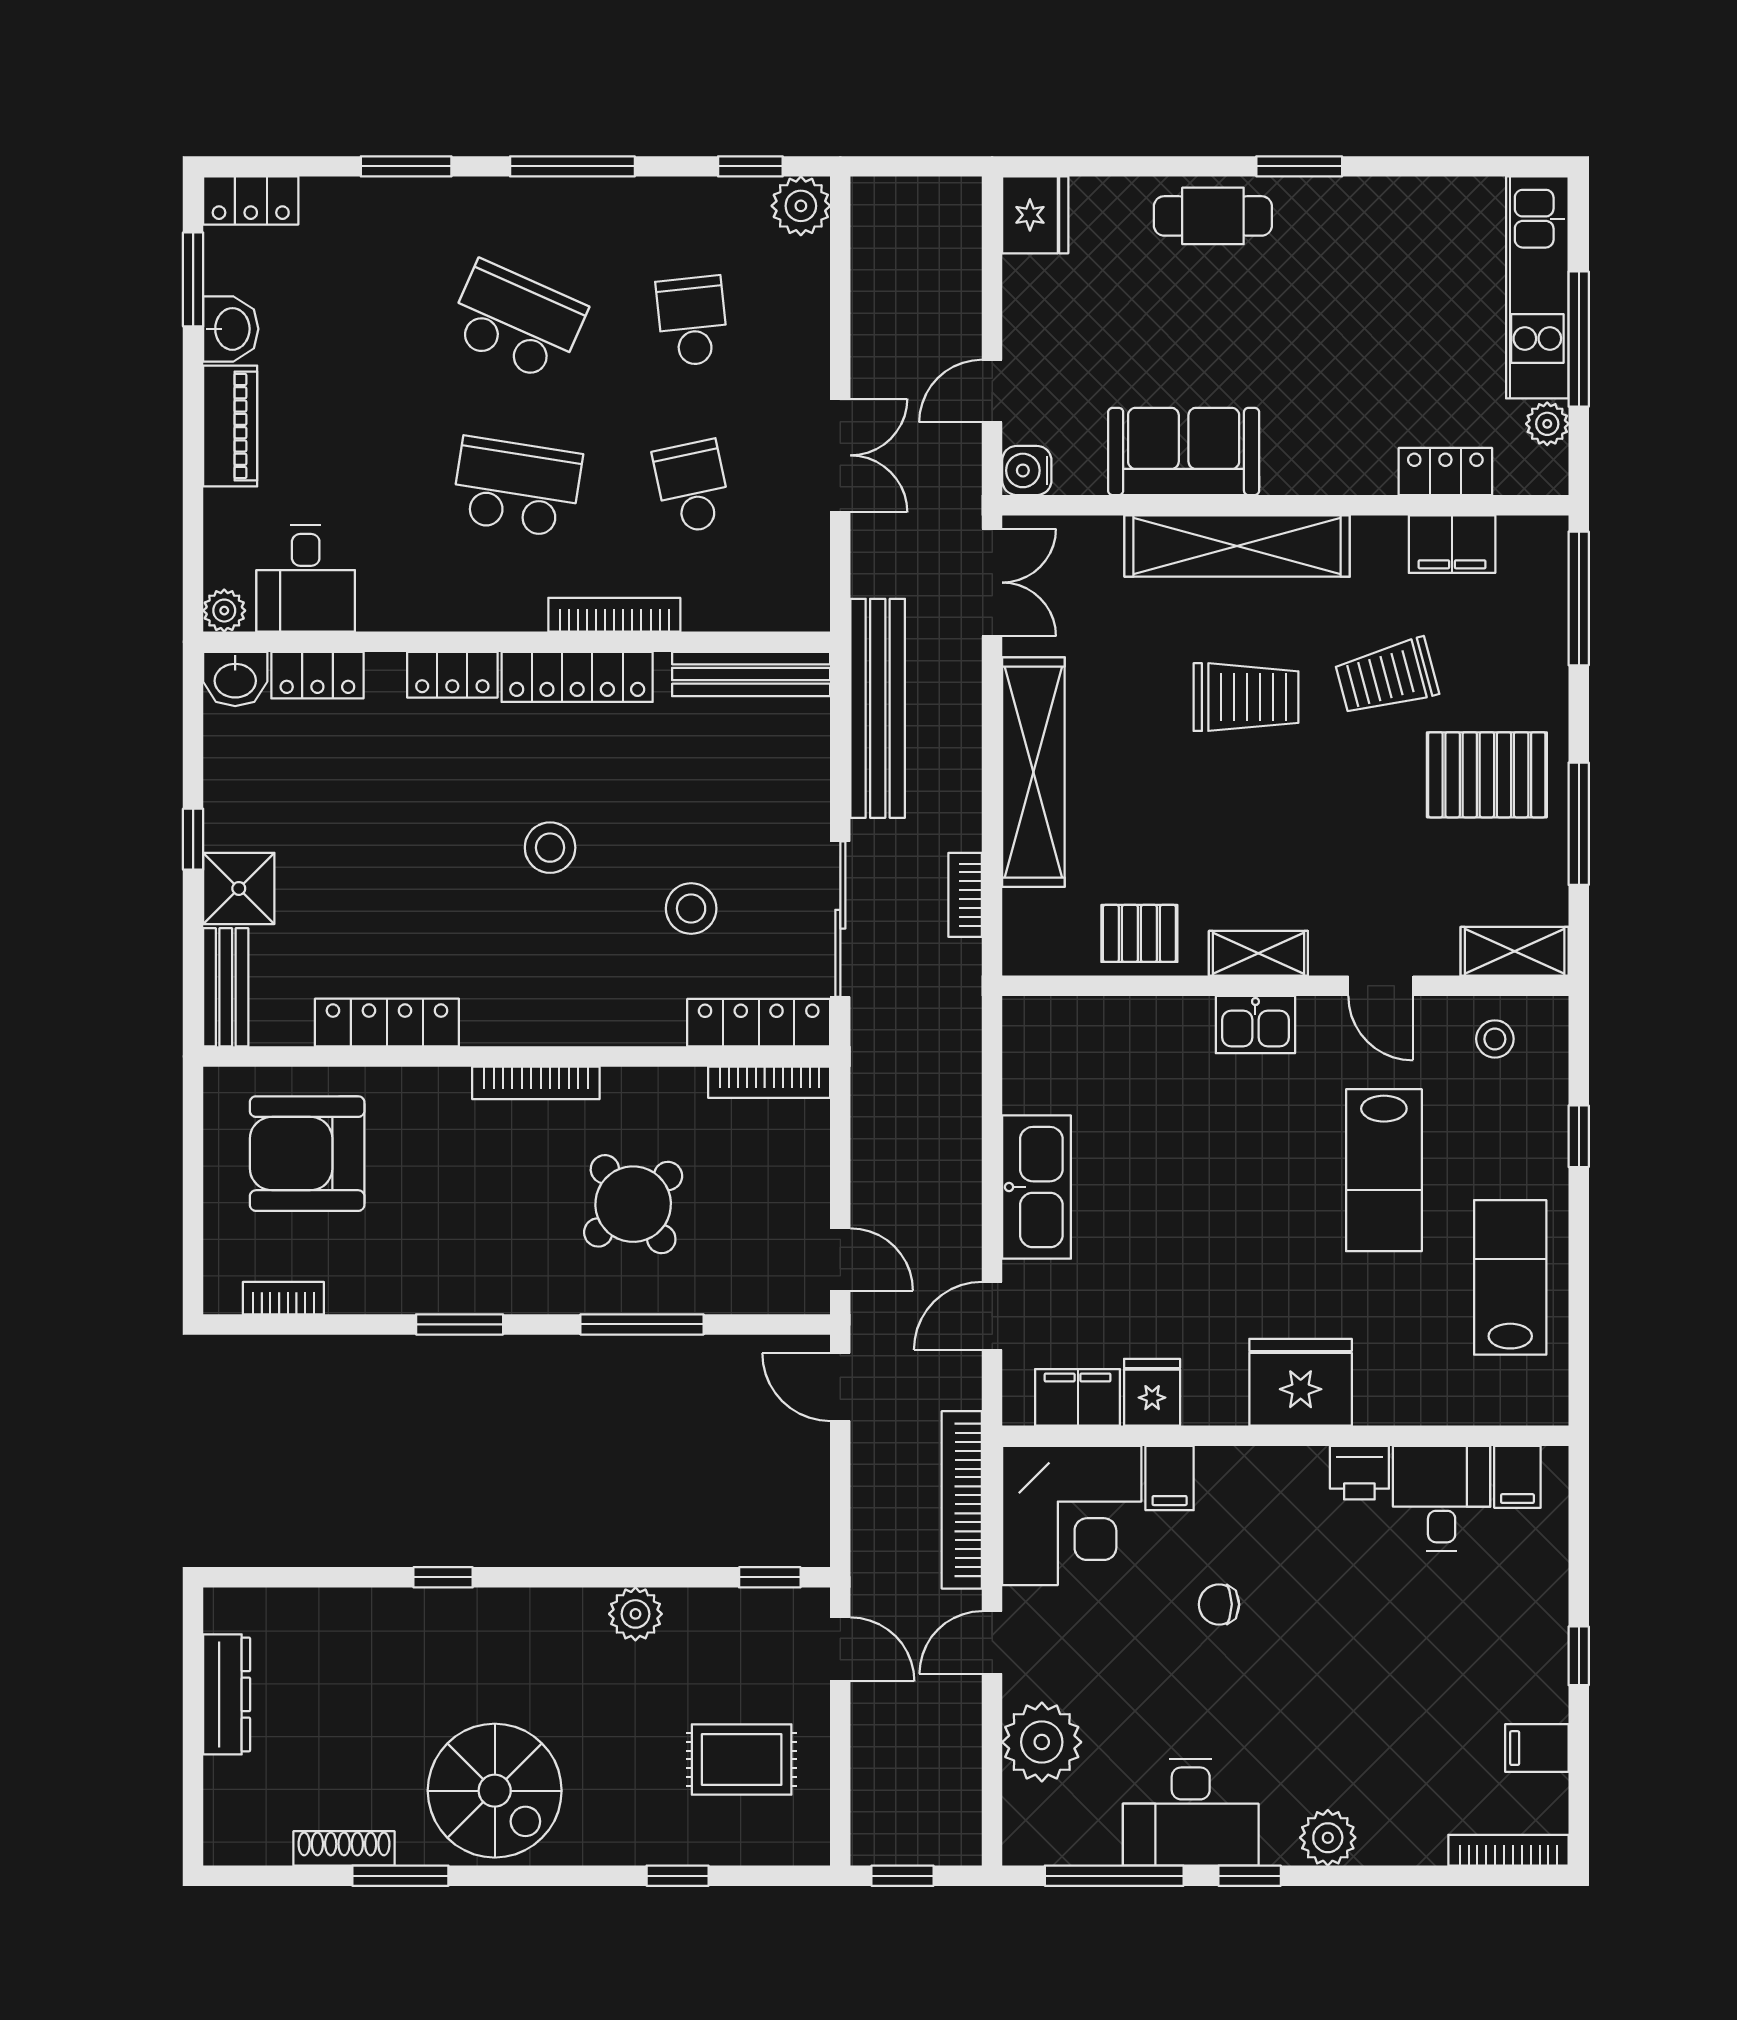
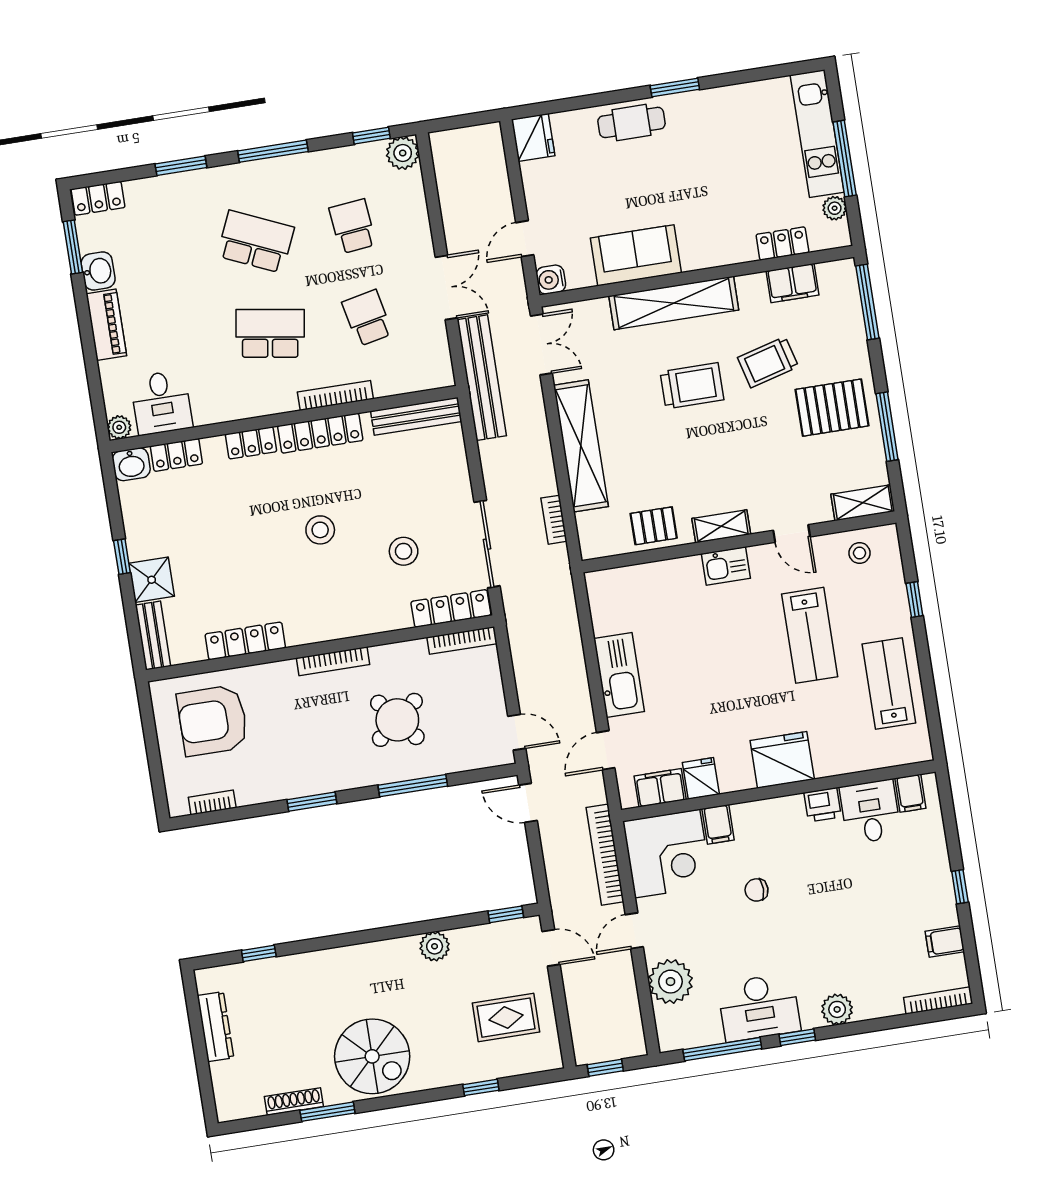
bench: (878, 708) -> (482, 378), moved
window: (443, 1577) -> (259, 953), moved

